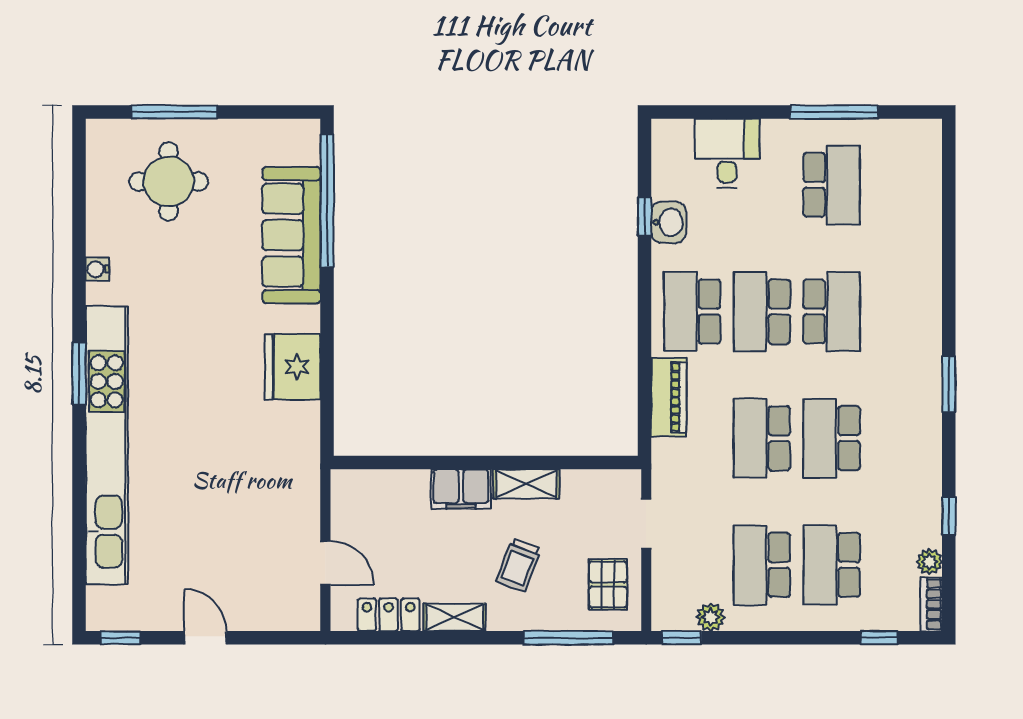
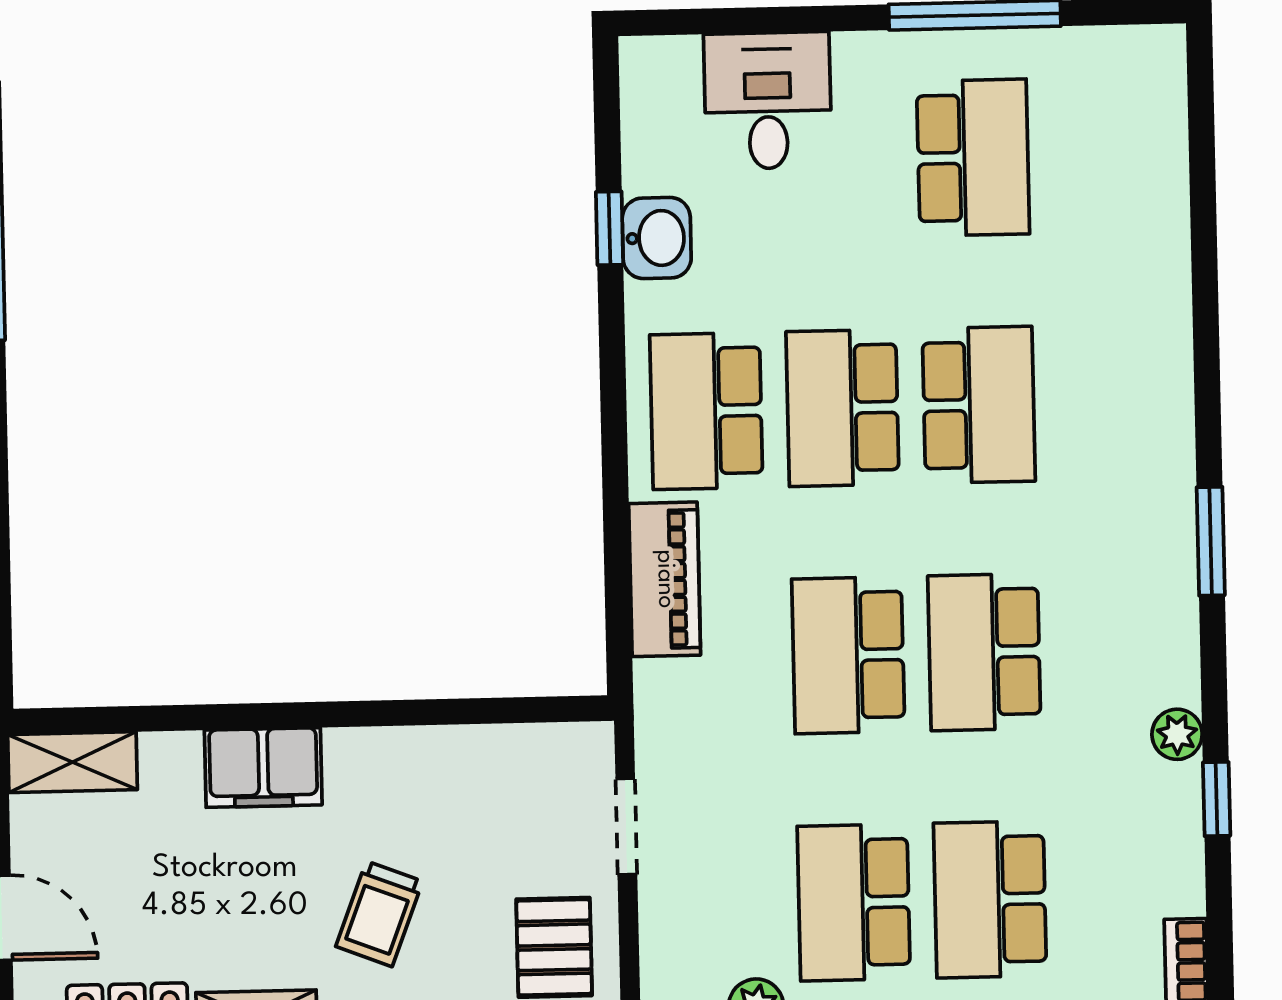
shelving: (526, 484) -> (72, 762), moved
plant: (929, 562) -> (1177, 734), moved

